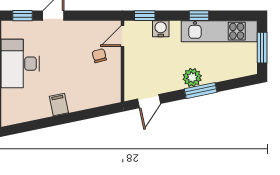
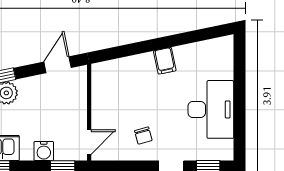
chair: (99, 56) -> (143, 136), moved

